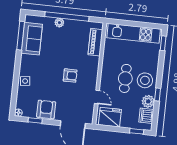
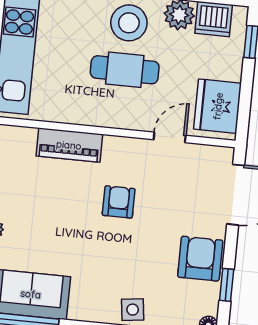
piano: (95, 42) -> (69, 145), moved
armchair: (46, 109) -> (200, 259), turned 90

